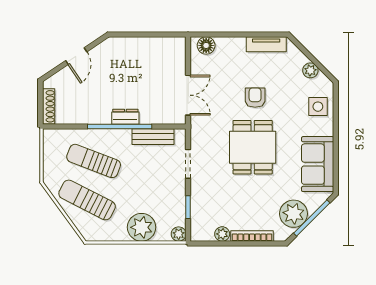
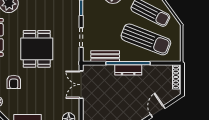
armchair: (255, 98) -> (14, 82), moved
dresser: (125, 117) -> (128, 70), width x1.44
sun lounger: (94, 161) -> (146, 39), width x1.36, depth x1.34

